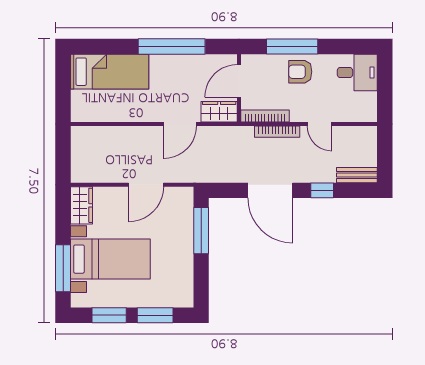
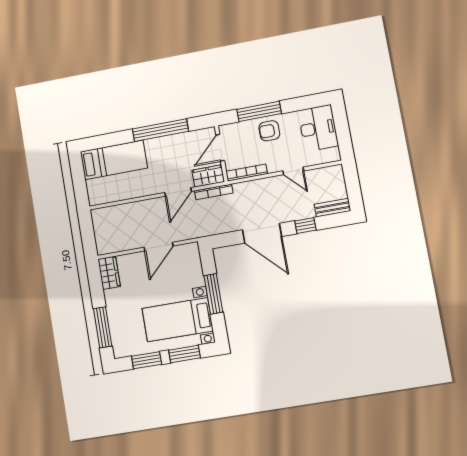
desk: (357, 73) -> (318, 128), width x1.37
bookcase: (277, 132) -> (214, 192), moved
window: (201, 231) -> (213, 294), moved
bed with nightstands: (110, 259) -> (178, 320), moved, turned 180

